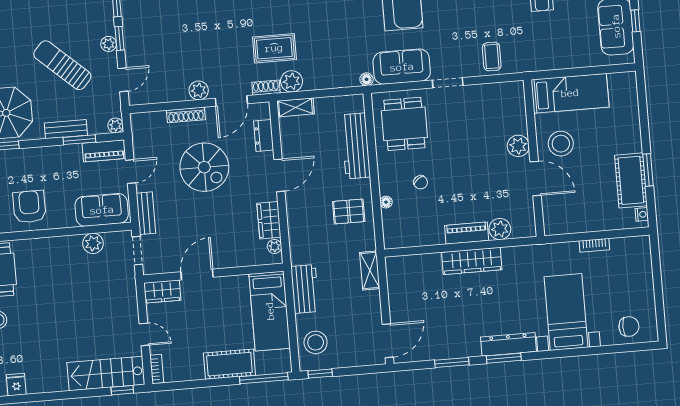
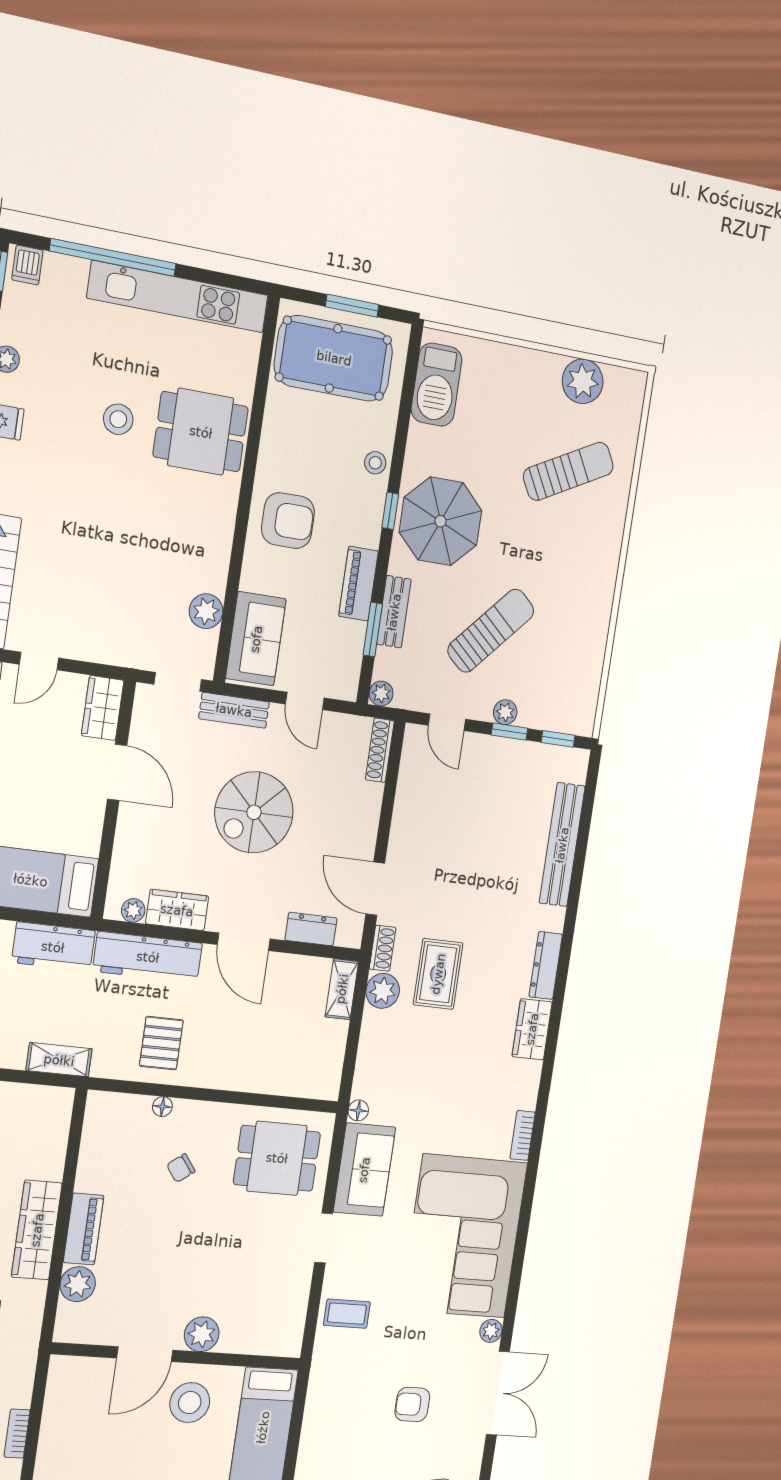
plant: (199, 90) -> (403, 840), removed
shoe rack: (186, 115) -> (380, 750), moved
workbench: (356, 146) -> (148, 957), moved, turned 180
piano: (104, 151) -> (358, 584), moved
spiral stairs: (204, 167) -> (254, 812), moved

